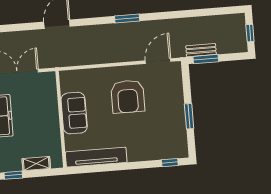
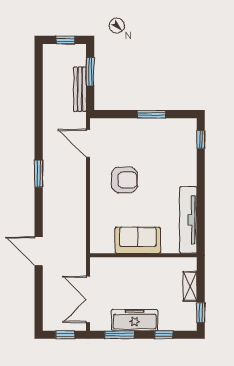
bench: (201, 50) -> (80, 89), width x1.36
window: (206, 59) -> (90, 72), moved
armchair: (128, 97) -> (124, 180), width x0.73, depth x0.73

